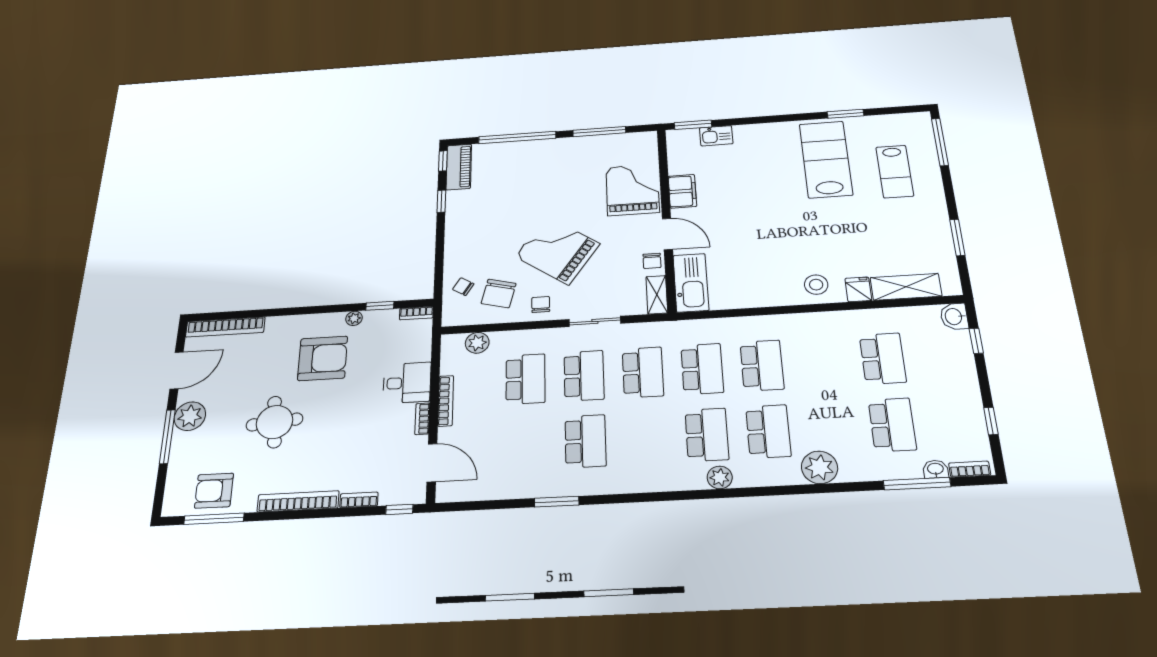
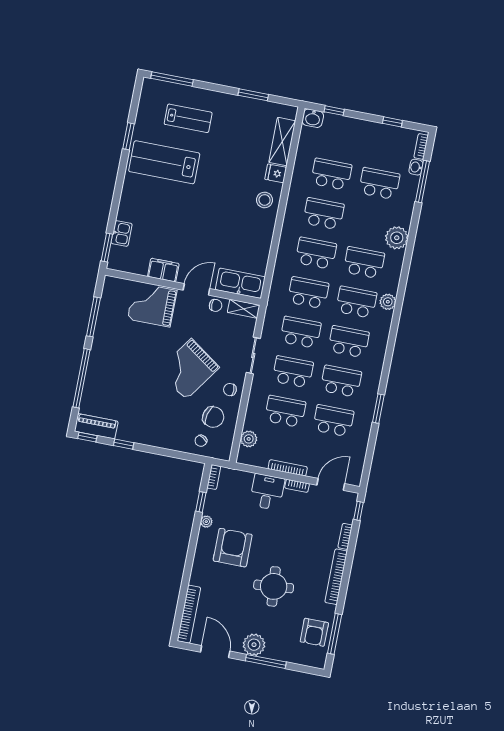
school desk: (822, 362) -> (324, 214), added
school desk: (646, 438) -> (349, 342), added
school desk: (525, 444) -> (333, 421), added

